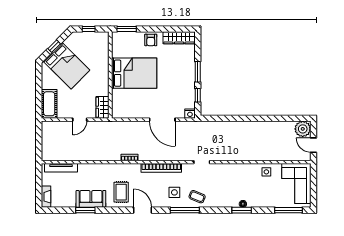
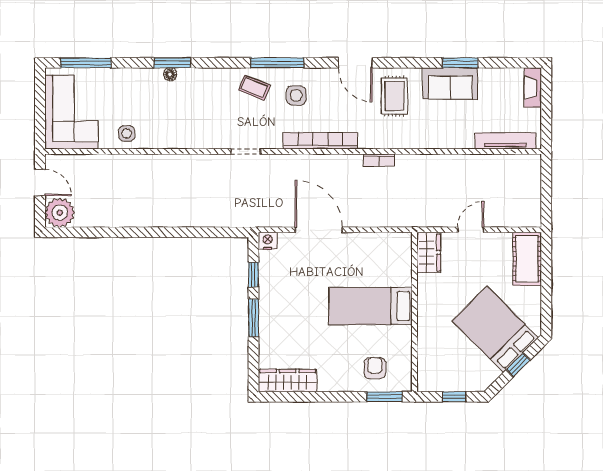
armchair: (151, 40) -> (375, 368), moved
bed: (134, 73) -> (371, 306), width x0.67

